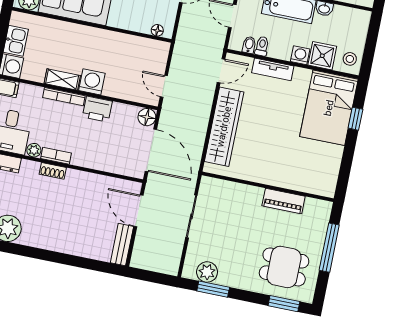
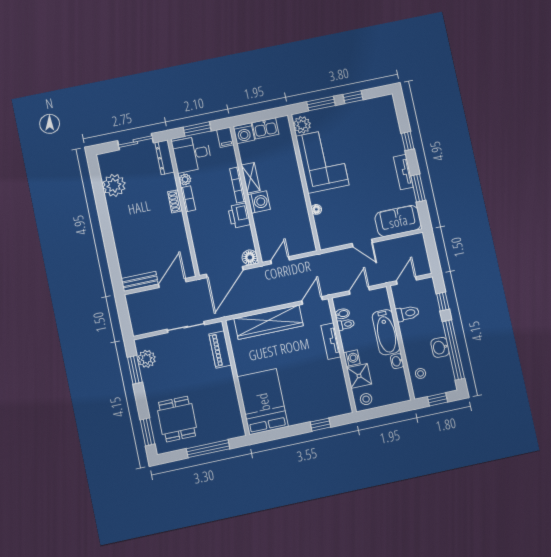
floor lamp: (157, 30) -> (316, 209), moved
door: (221, 71) -> (312, 300), swing flipped
bed: (329, 108) -> (263, 402), moved, turned 90
piano: (284, 201) -> (220, 349), moved

